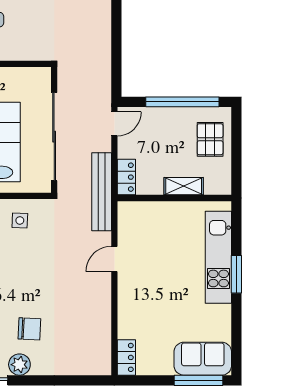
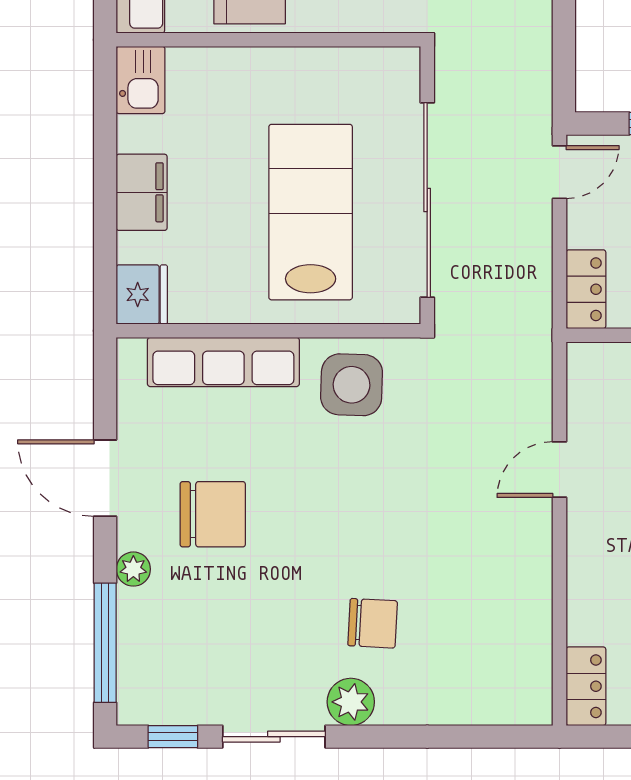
bench: (102, 192) -> (531, 322), removed
side table: (20, 220) -> (352, 385), width x1.87, depth x1.87

